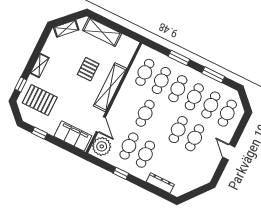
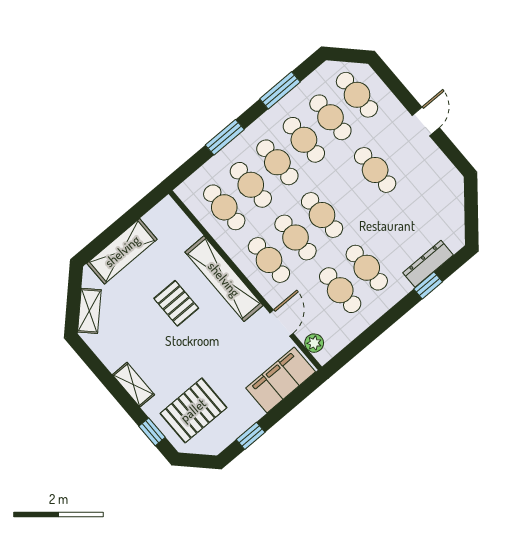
cafe table: (129, 105) -> (269, 260), added
door: (101, 124) -> (282, 323), hinge flipped
cafe table: (178, 130) -> (322, 215), moved
plant: (102, 146) -> (314, 343), width x0.53, depth x0.53
door: (229, 152) -> (426, 121), swing flipped
window: (121, 173) -> (428, 285), moved

